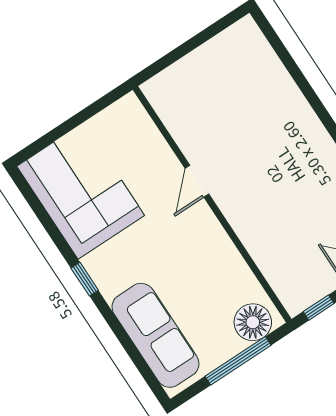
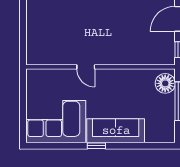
sofa: (156, 335) -> (116, 131), moved

